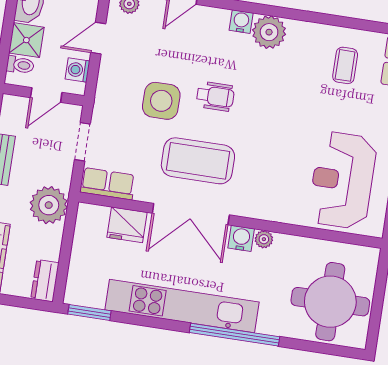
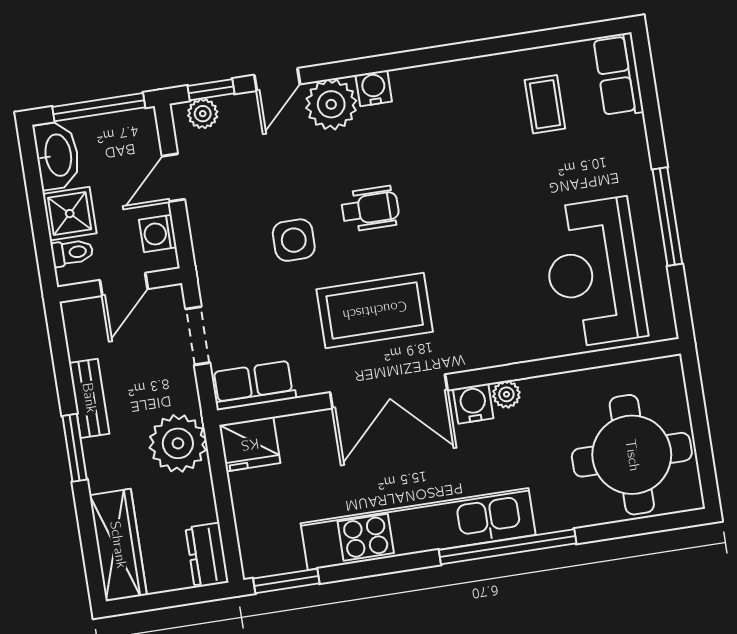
plant: (269, 32) -> (331, 104), moved
side table: (161, 101) -> (294, 240), width x0.73, depth x0.73
fridge: (127, 225) -> (250, 444), moved

